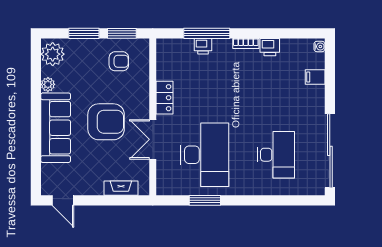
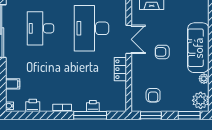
window: (84, 33) -> (189, 115), moved
printer: (270, 47) -> (33, 105), moved
armchair: (119, 61) -> (153, 95), turned -90
armchair: (106, 122) -> (162, 52), width x0.53, depth x0.53

